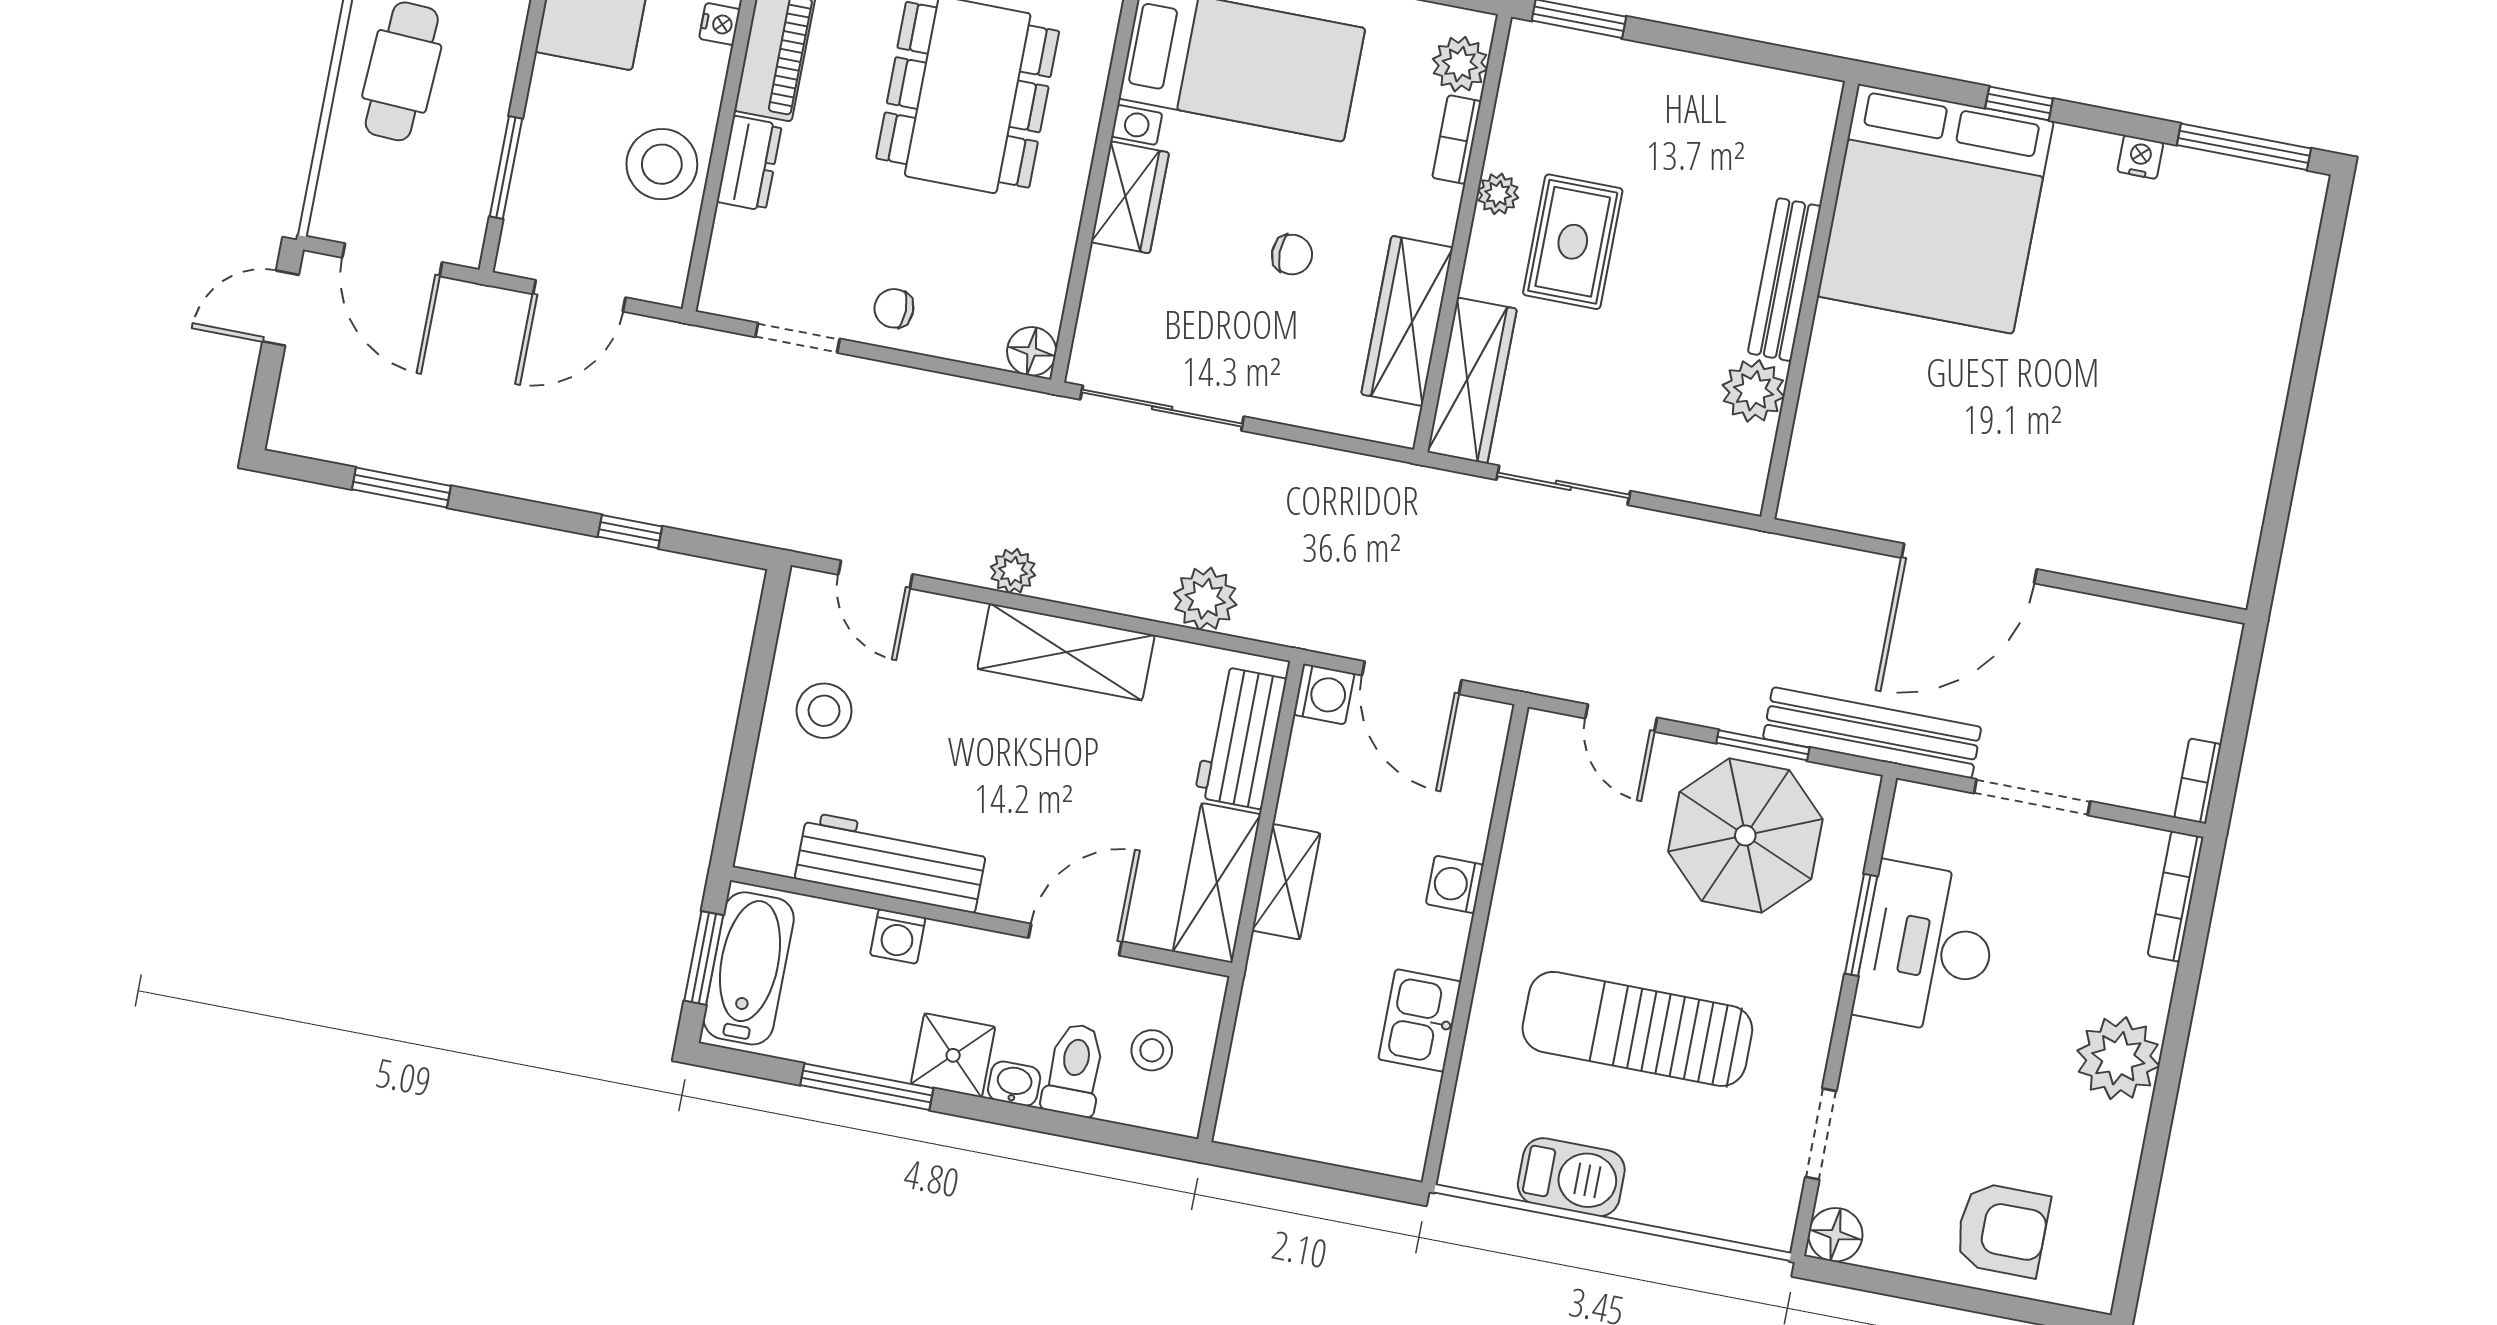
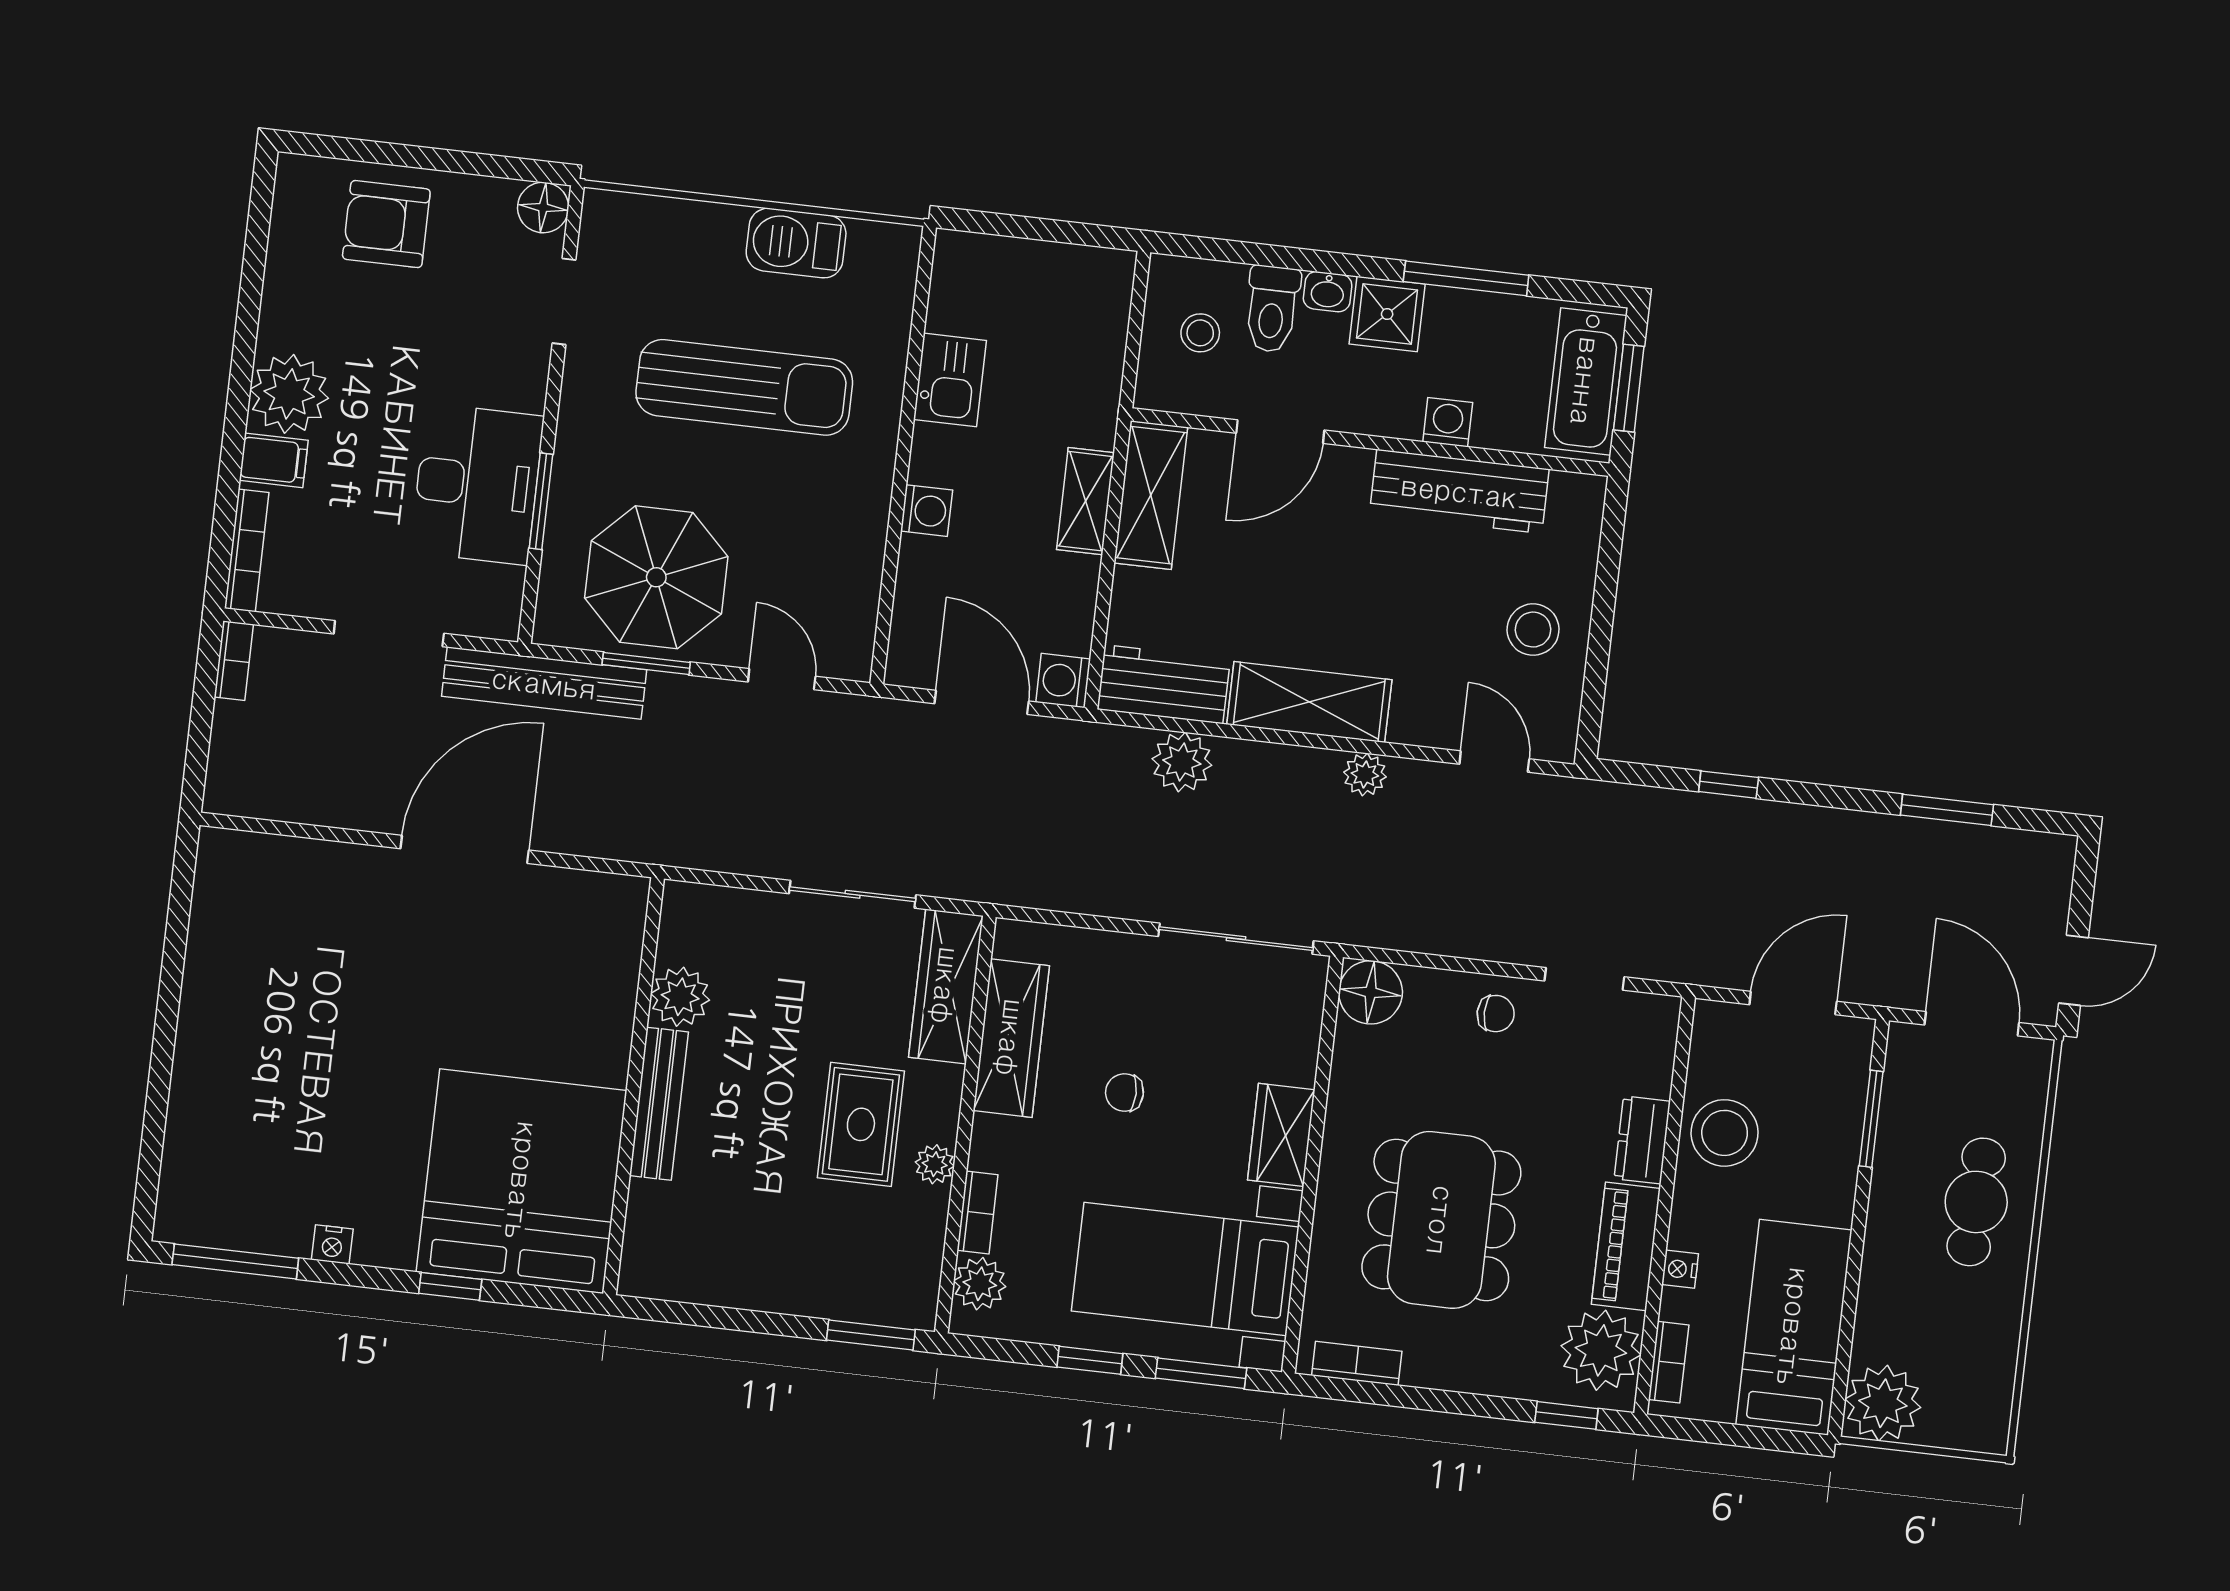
floor lamp: (1032, 351) -> (1371, 992), width x1.38, depth x1.38
workbench: (1240, 738) -> (1164, 684), moved, turned -90
filing cabinet: (2140, 989) -> (274, 460), added

